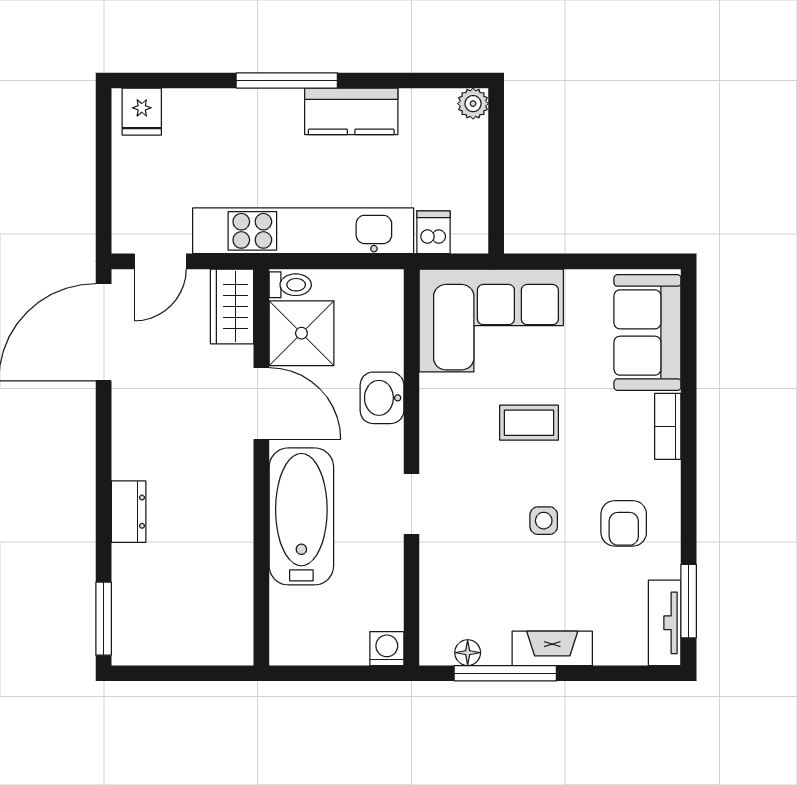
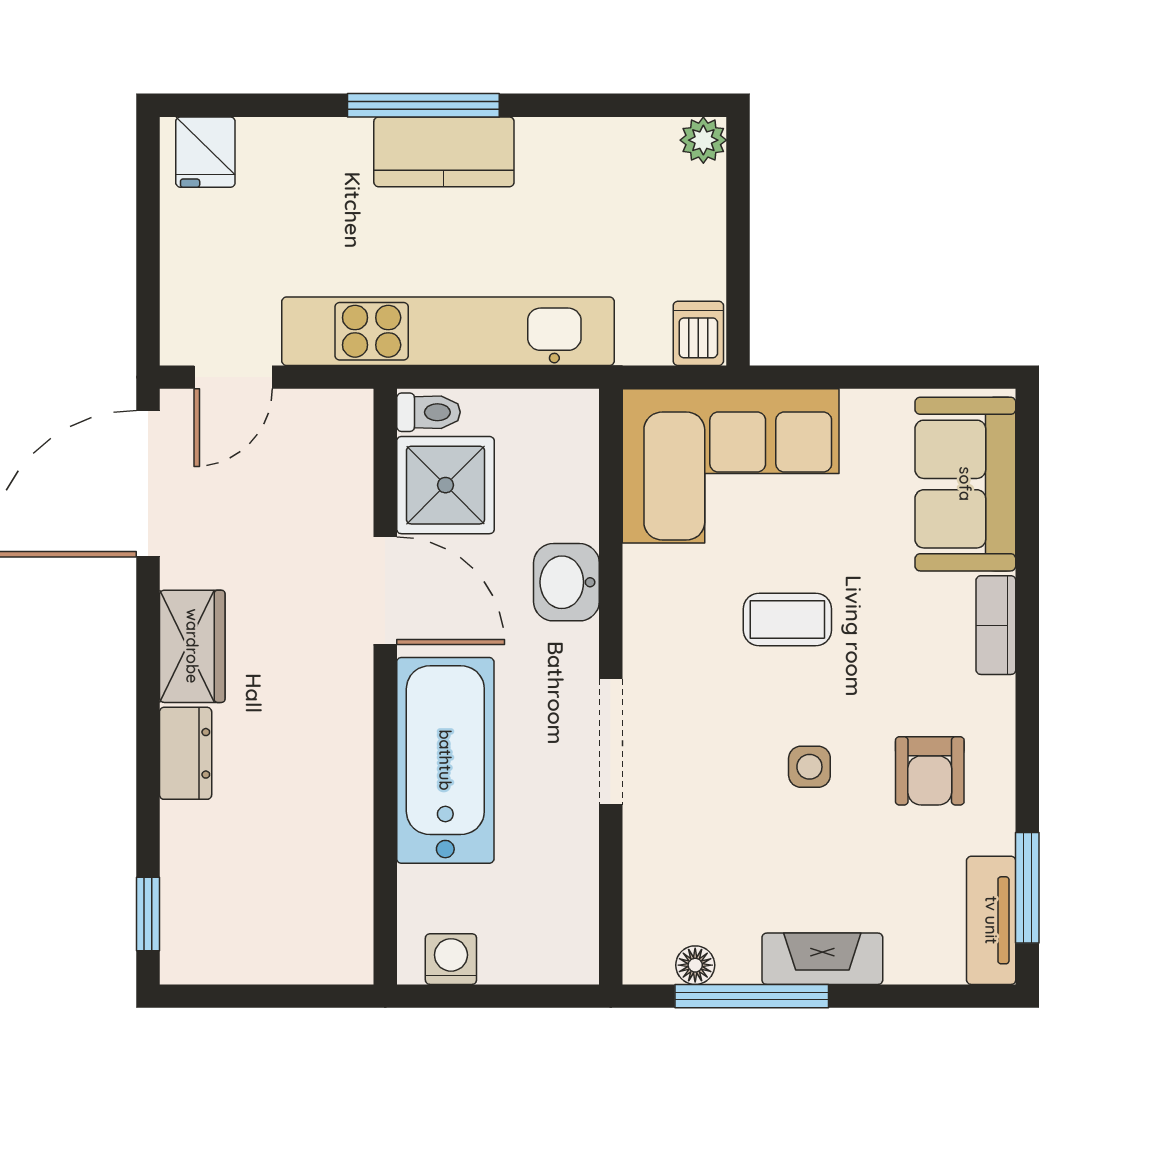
kitchen counter: (351, 111) -> (444, 152), moved
dishwasher: (433, 232) -> (698, 333), moved
wardrobe: (232, 306) -> (192, 646), moved, turned 180
doorway: (411, 504) -> (611, 742), width x1.38
window: (104, 619) -> (148, 914), width x0.67
washing machine: (387, 649) -> (451, 959), moved

